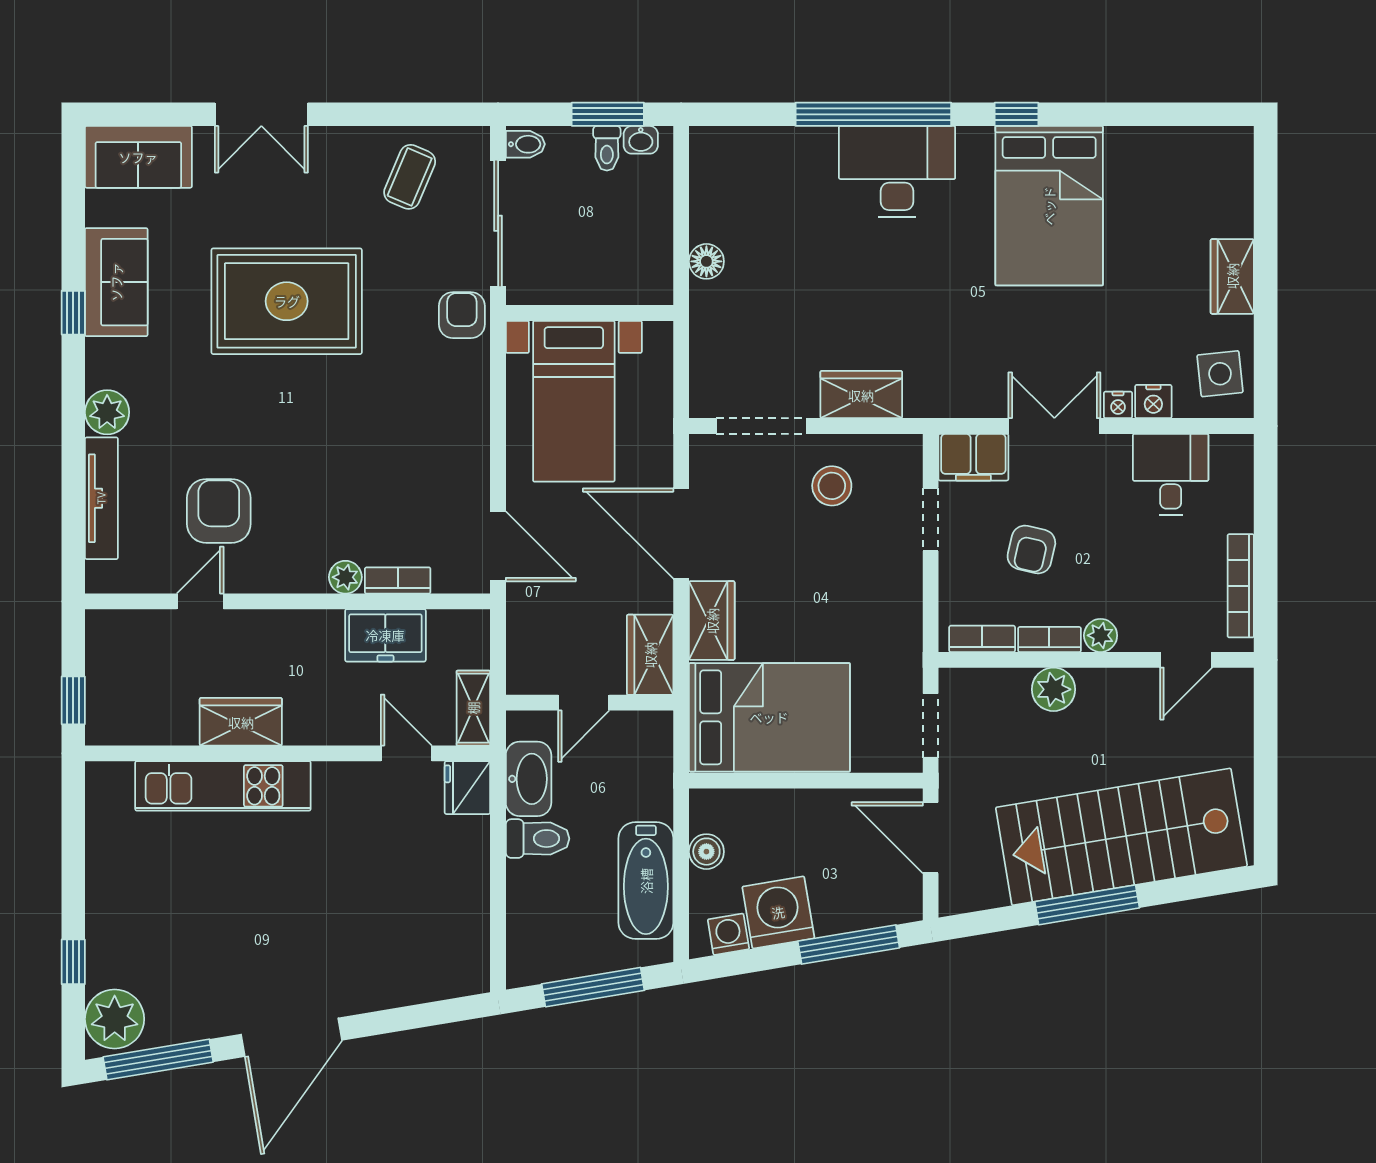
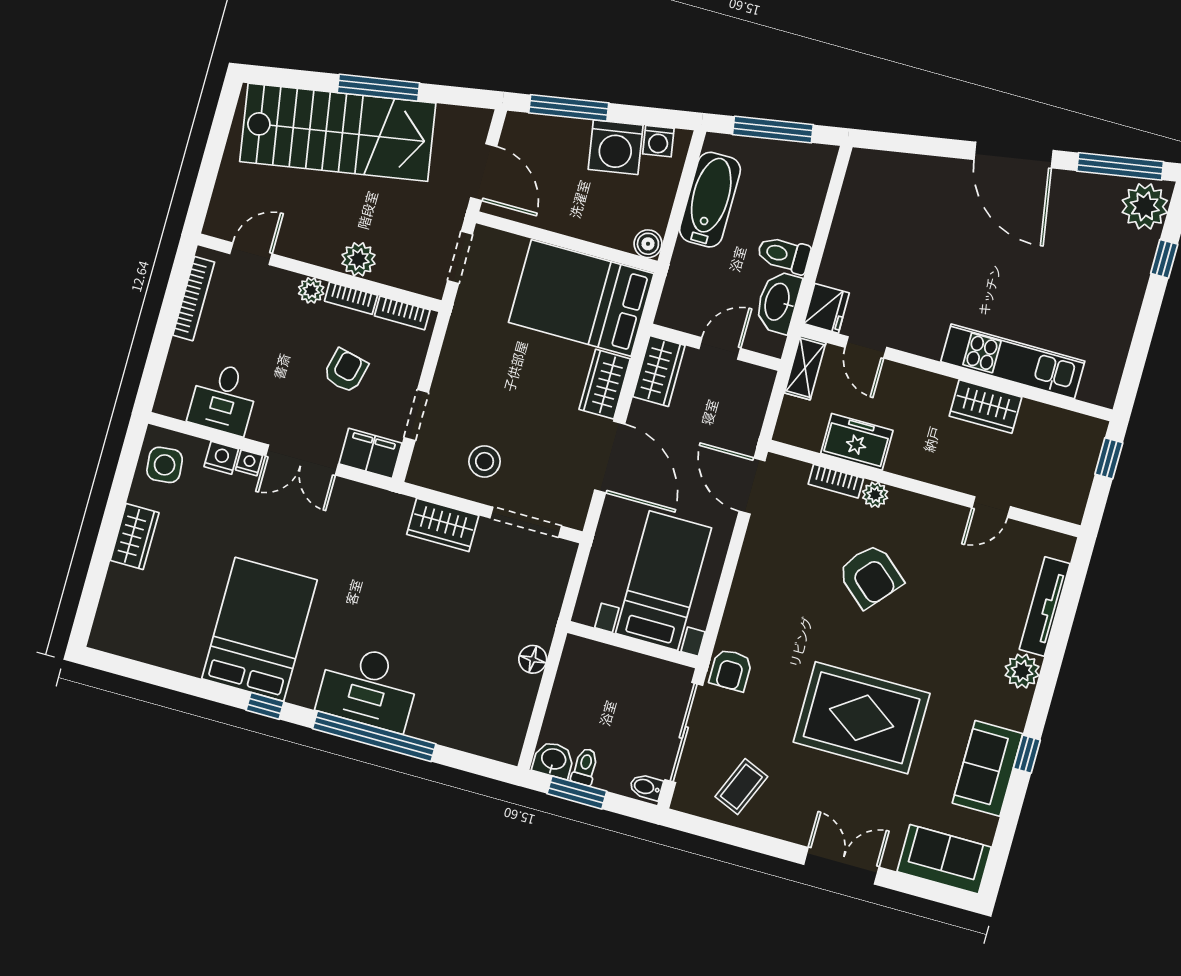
washbasin: (641, 140) -> (553, 760), width x1.38, depth x1.45
armchair: (219, 511) -> (870, 576), moved, turned -49
boiler: (706, 852) -> (648, 244), moved
door: (292, 1037) -> (1014, 155), swing flipped

